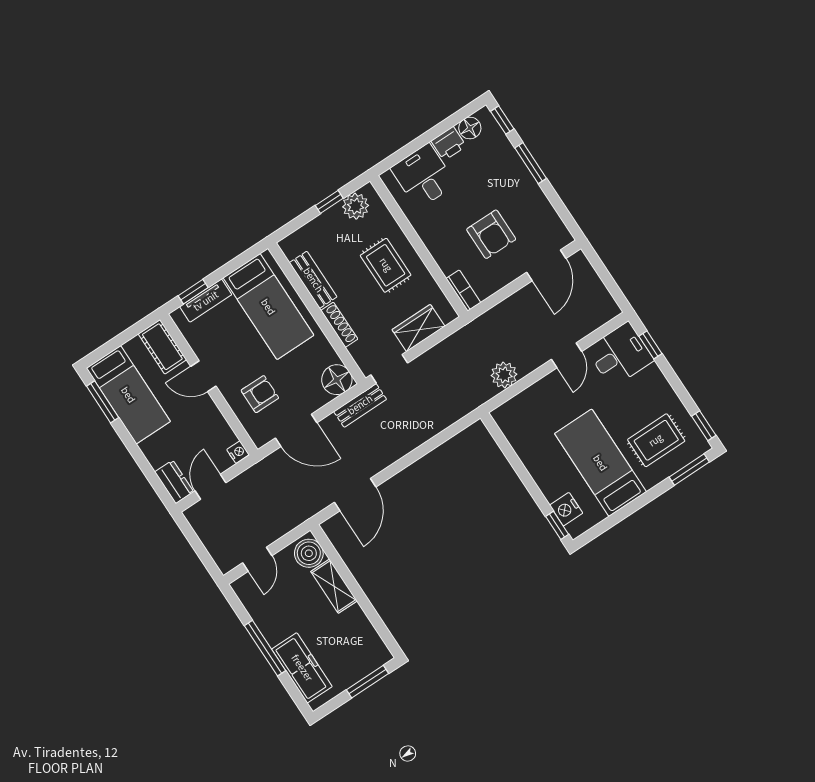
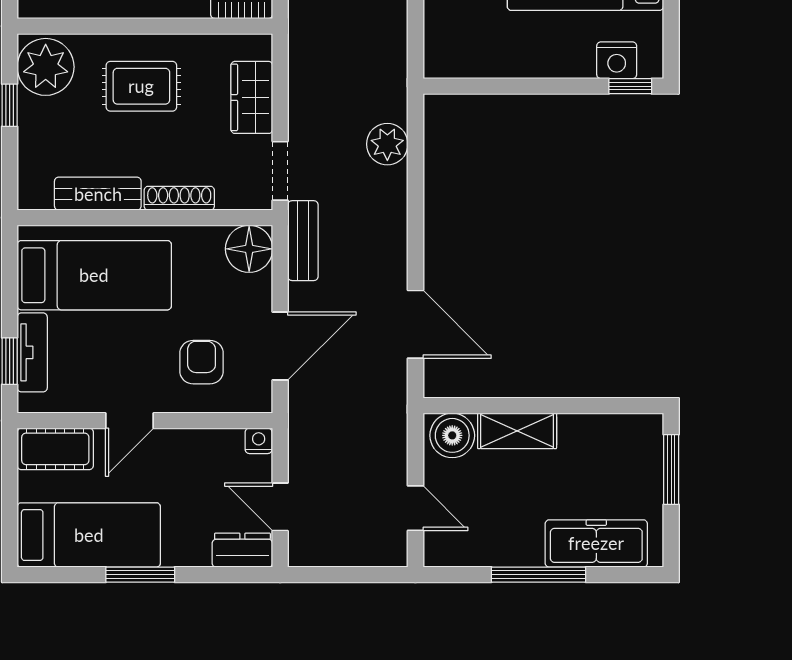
plant: (356, 206) -> (46, 67), width x1.36, depth x1.36
plant: (504, 375) -> (387, 144), moved
window: (103, 402) -> (140, 575), moved

